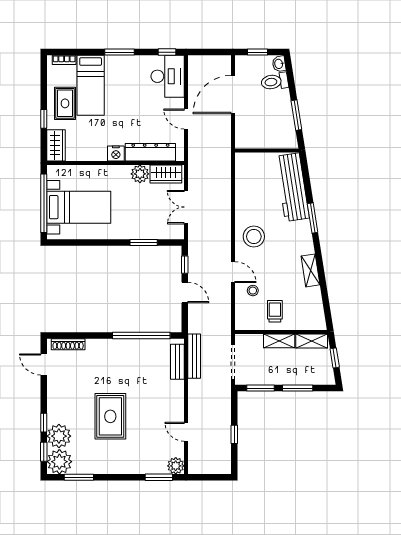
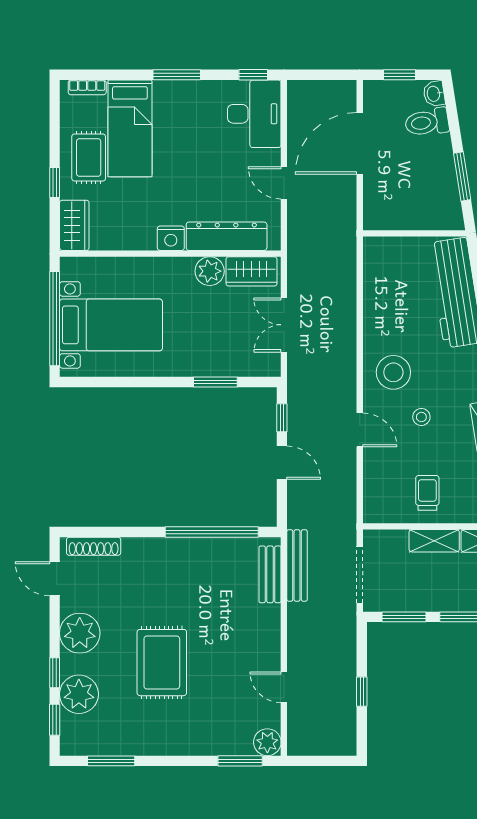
stool: (253, 291) -> (421, 417), moved
plant: (59, 462) -> (80, 633), moved

